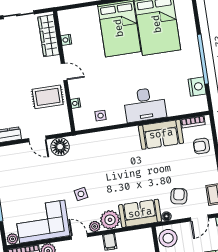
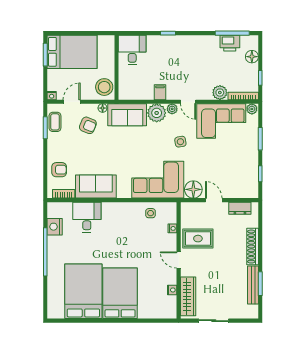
desk: (145, 105) -> (87, 217), moved, width x0.73
corner sofa: (98, 151) -> (158, 180), added
armchair: (179, 196) -> (88, 125), turned -79

